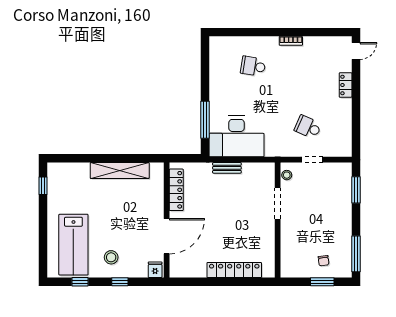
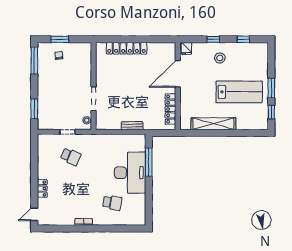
desk: (237, 136) -> (130, 173), moved, turned 90
window: (43, 218) -> (271, 88), added
lab bench: (73, 245) -> (239, 92), moved, turned 90

